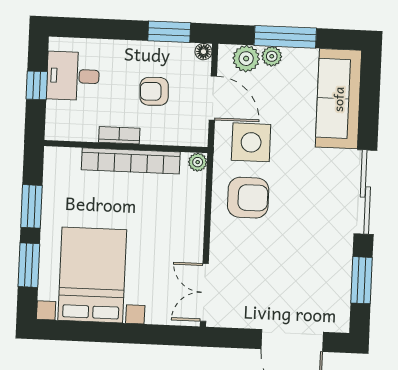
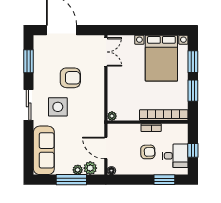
window: (169, 32) -> (164, 180), moved
armchair: (154, 91) -> (148, 152), moved
side table: (251, 142) -> (58, 107), moved
bookcase: (131, 161) -> (164, 115), moved
sliding door: (365, 192) -> (29, 105), width x0.73
armchair: (248, 198) -> (70, 78), moved, turned 180

